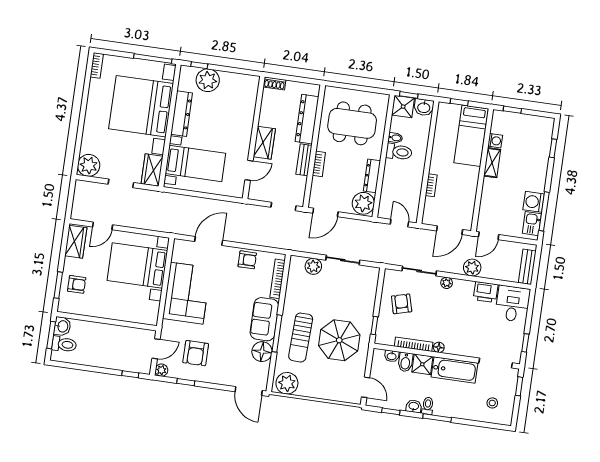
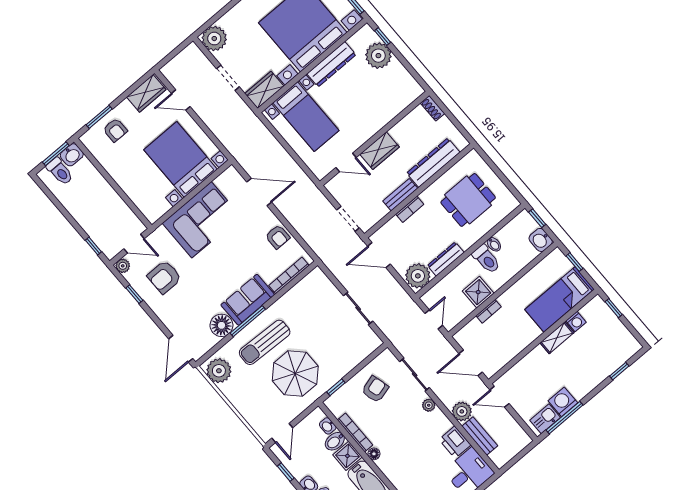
shower: (403, 107) -> (478, 292), moved
dining table: (352, 123) -> (468, 200), width x0.73
plant: (313, 266) -> (329, 292), removed
bench: (527, 267) -> (480, 436), moved, turned 90

